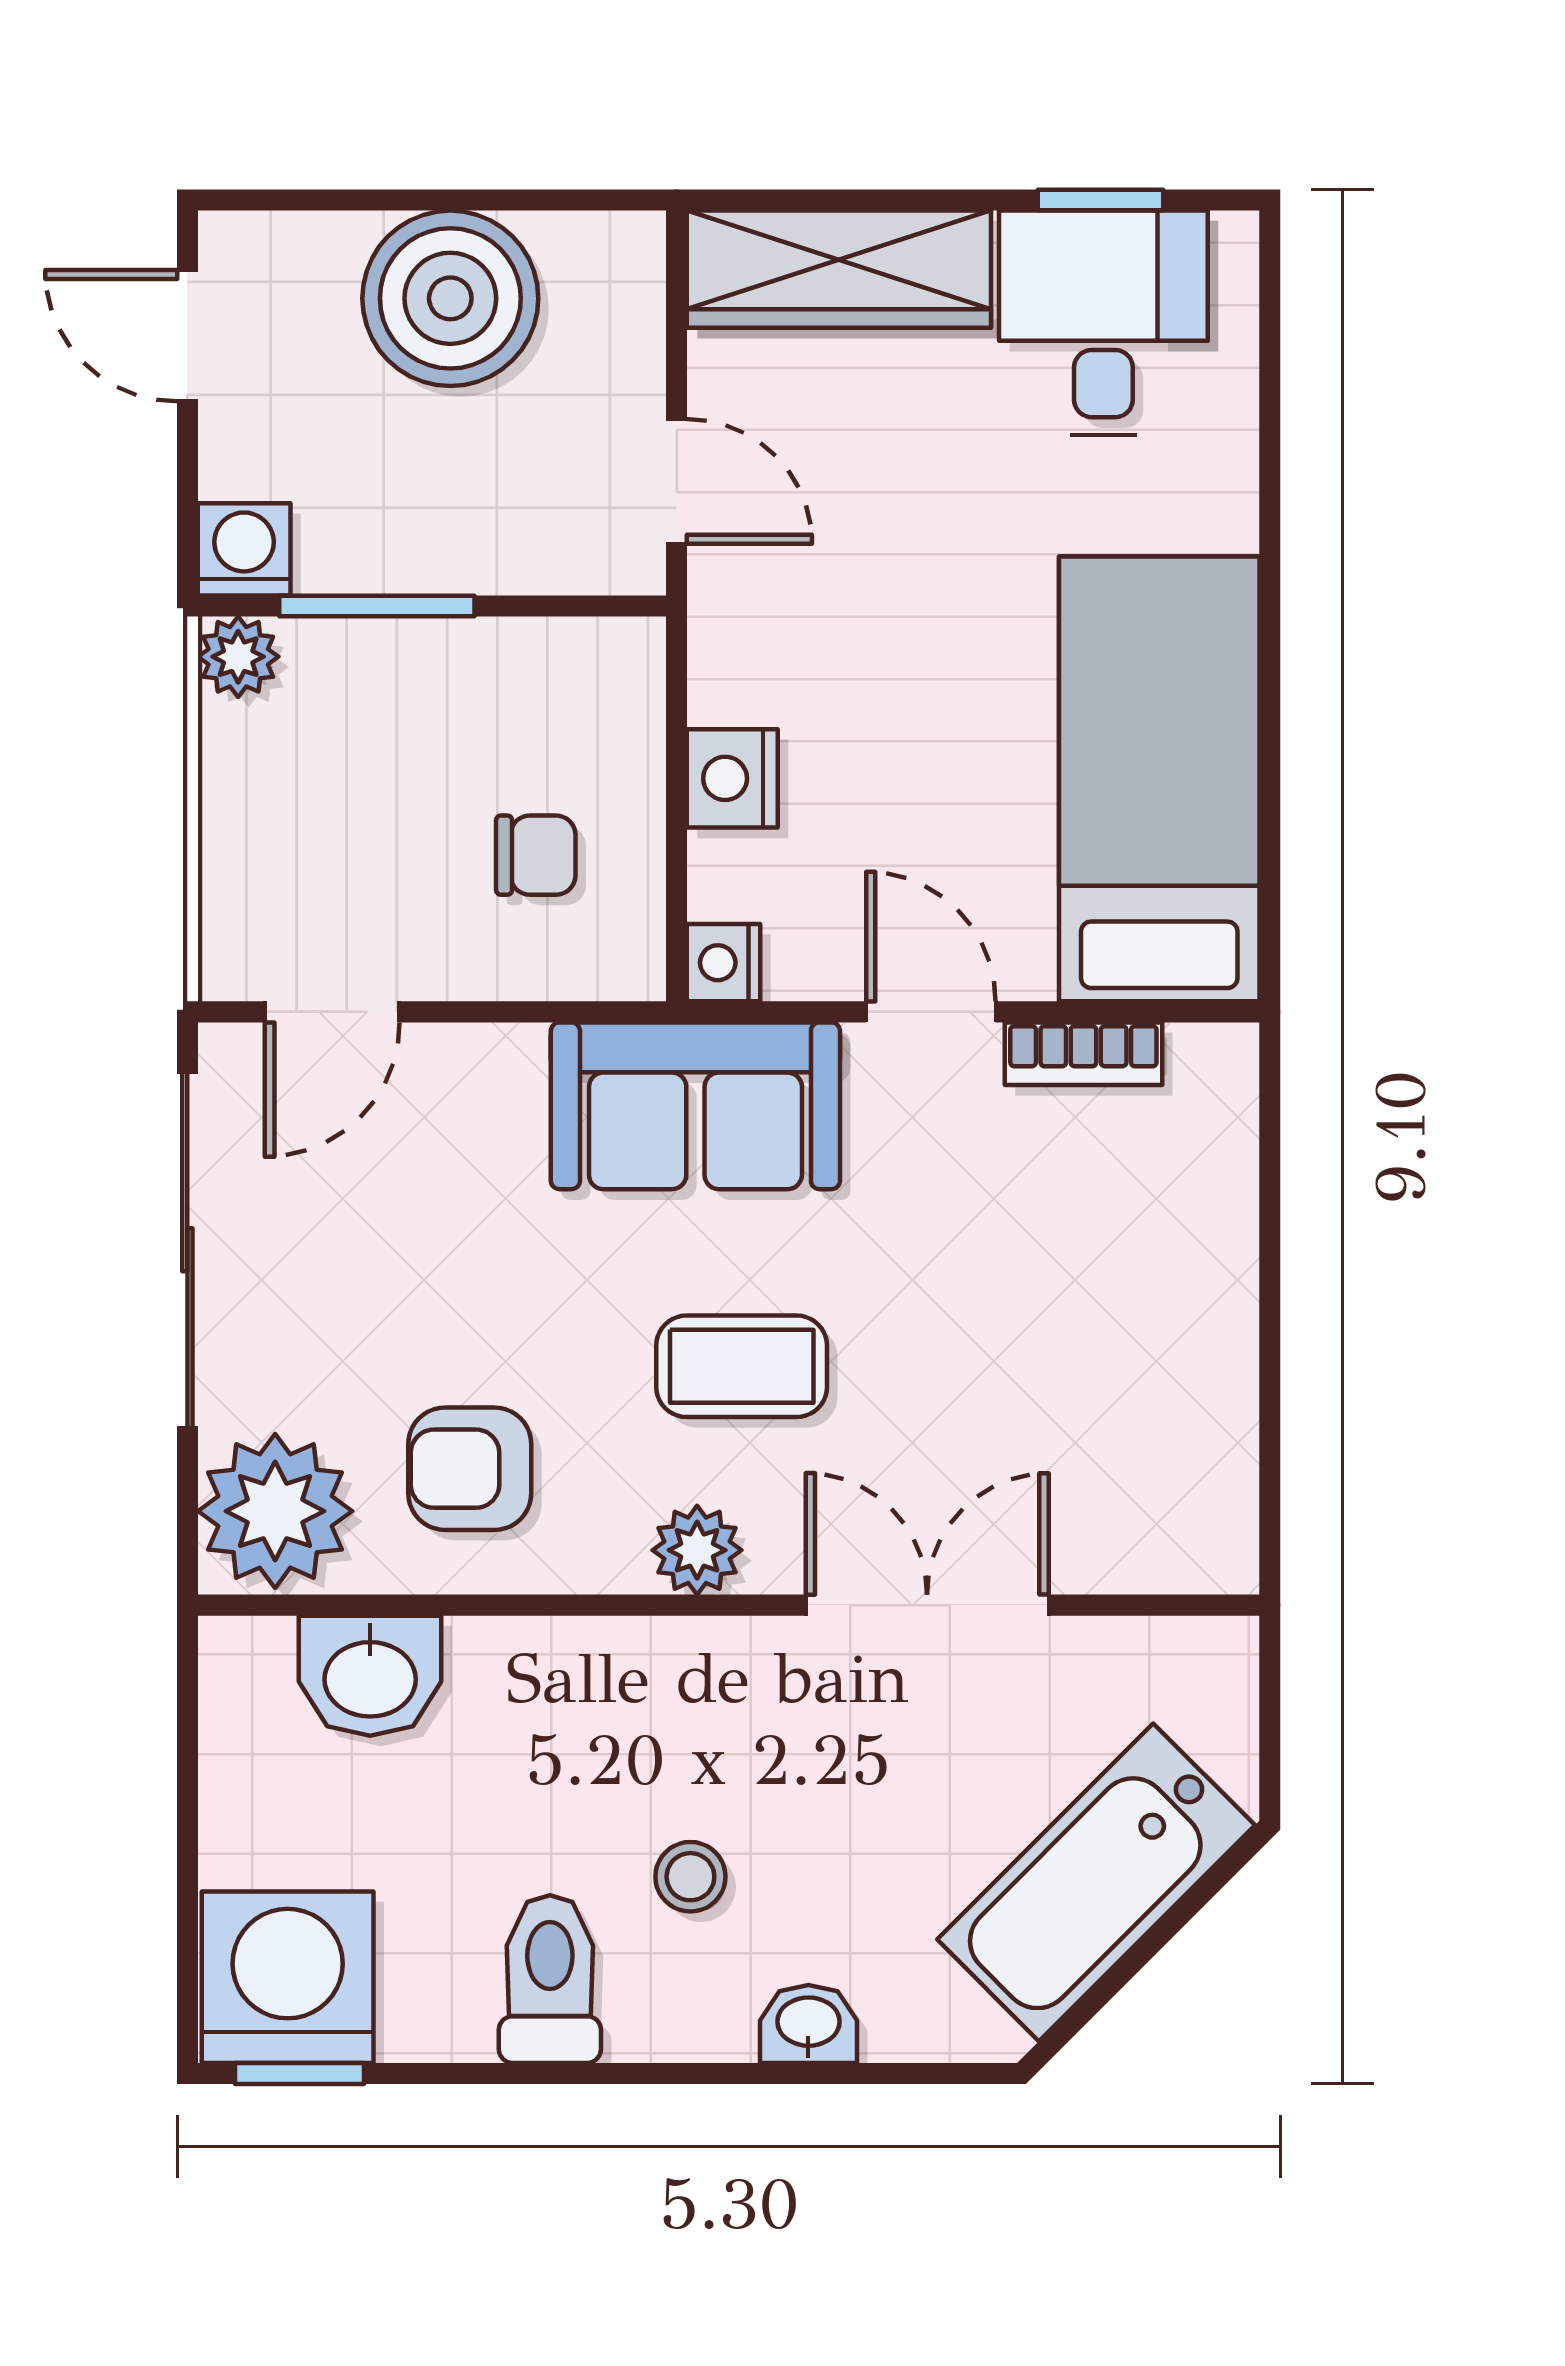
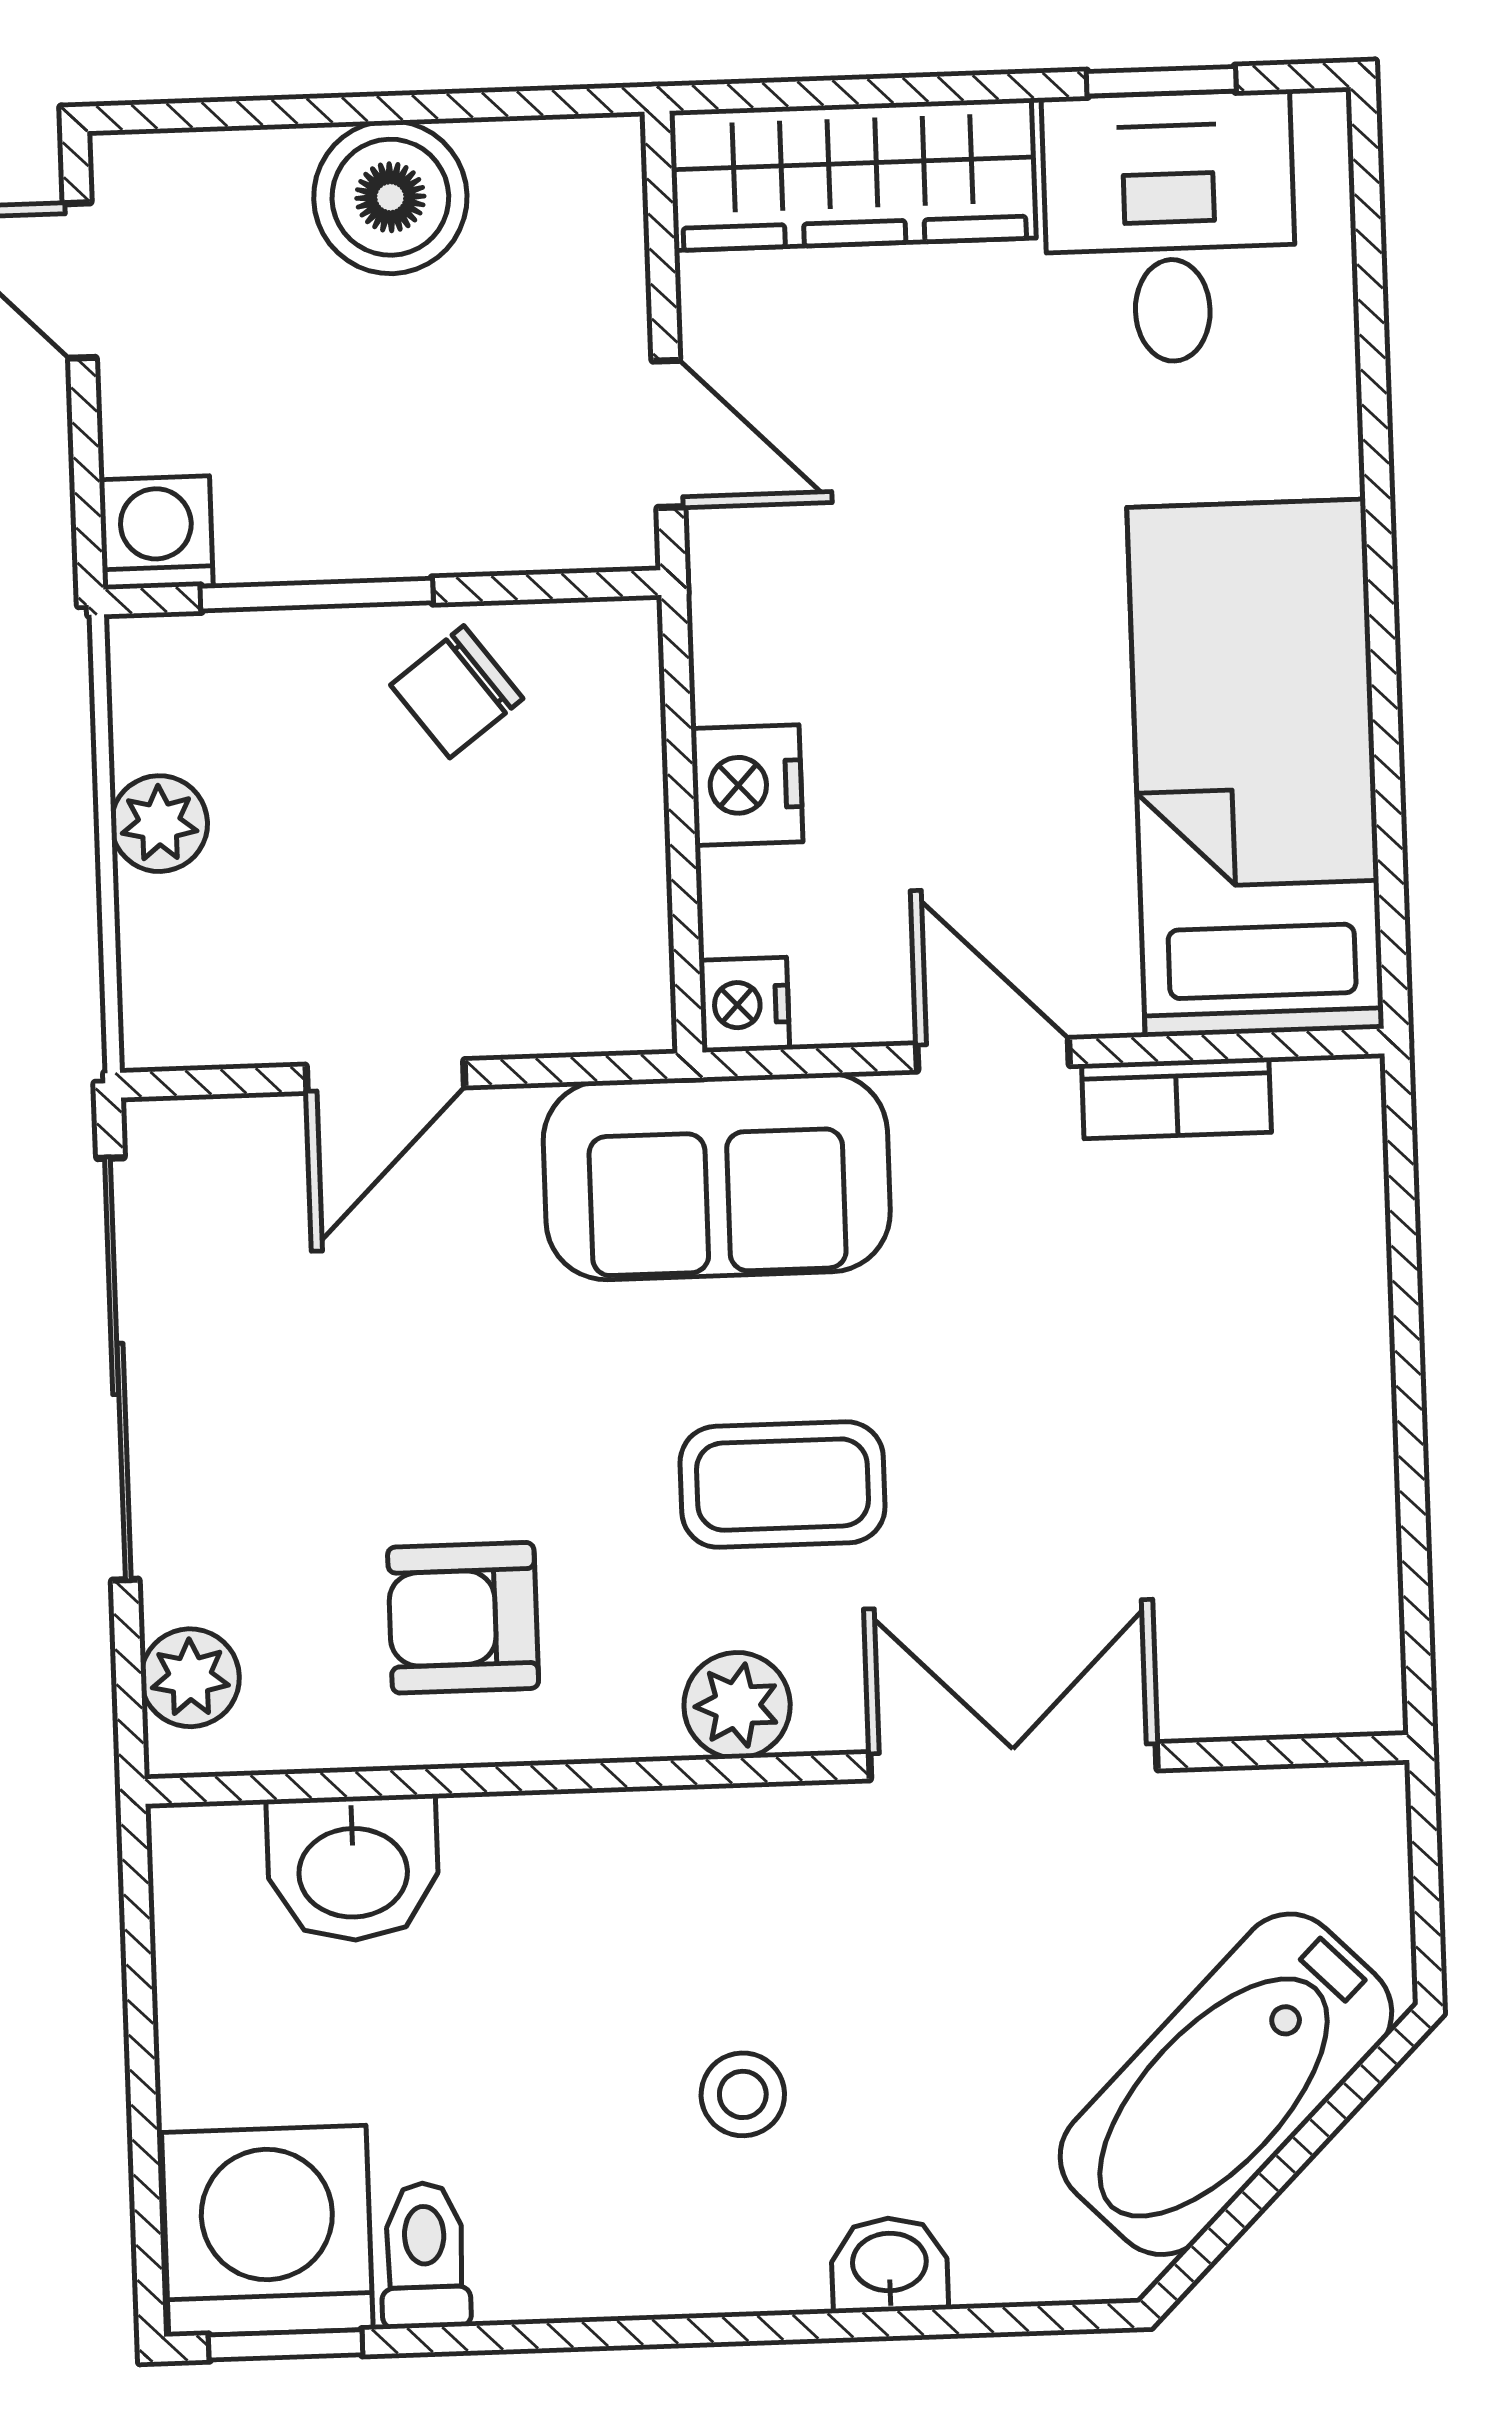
boiler: (450, 298) -> (390, 197), width x0.73, depth x0.73
plant: (238, 657) -> (159, 824), moved
chair: (536, 855) -> (457, 692), moved, turned 143
door: (332, 1012) -> (385, 1076), moved
plant: (275, 1511) -> (190, 1678), width x0.53, depth x0.53
toilet: (550, 1979) -> (425, 2255), moved, width x0.73, depth x0.72

